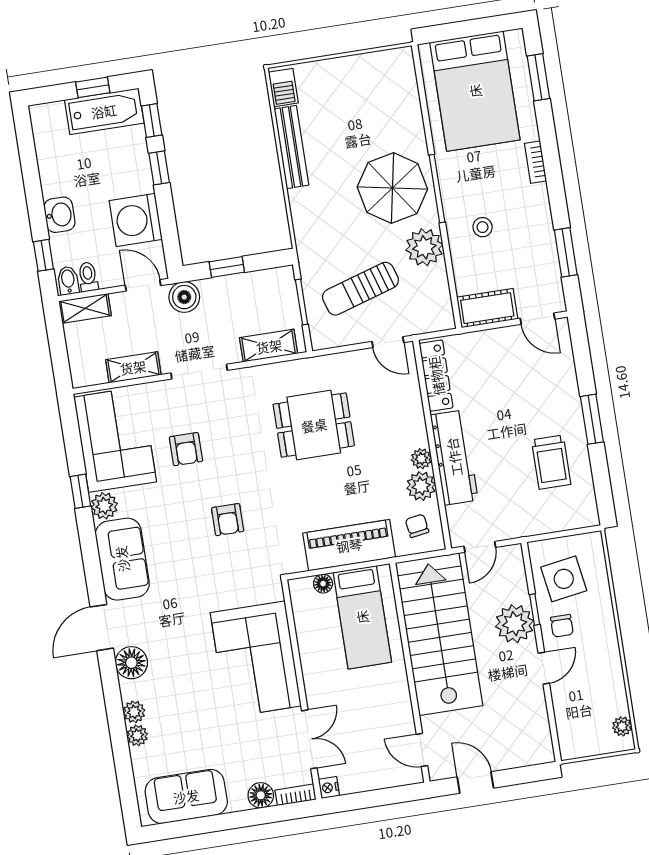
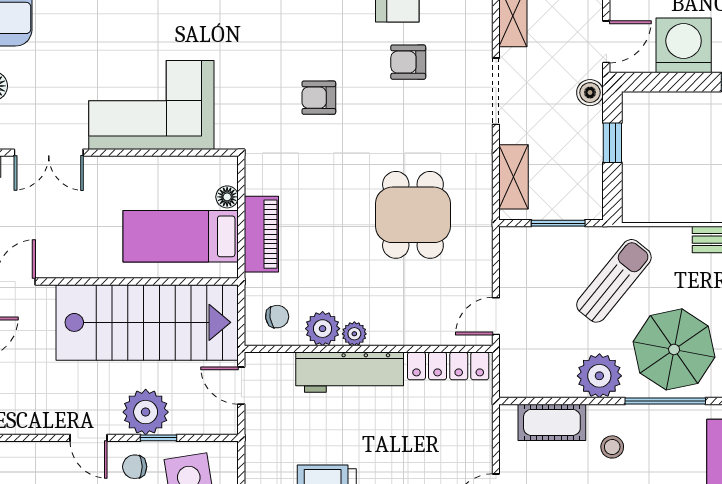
sun lounger: (360, 289) -> (614, 281), moved, turned 56
boiler: (184, 297) -> (590, 93), width x0.73, depth x0.73
cot: (487, 308) -> (552, 422), moved, turned 90
piano: (349, 545) -> (261, 234), width x0.73, depth x0.75

